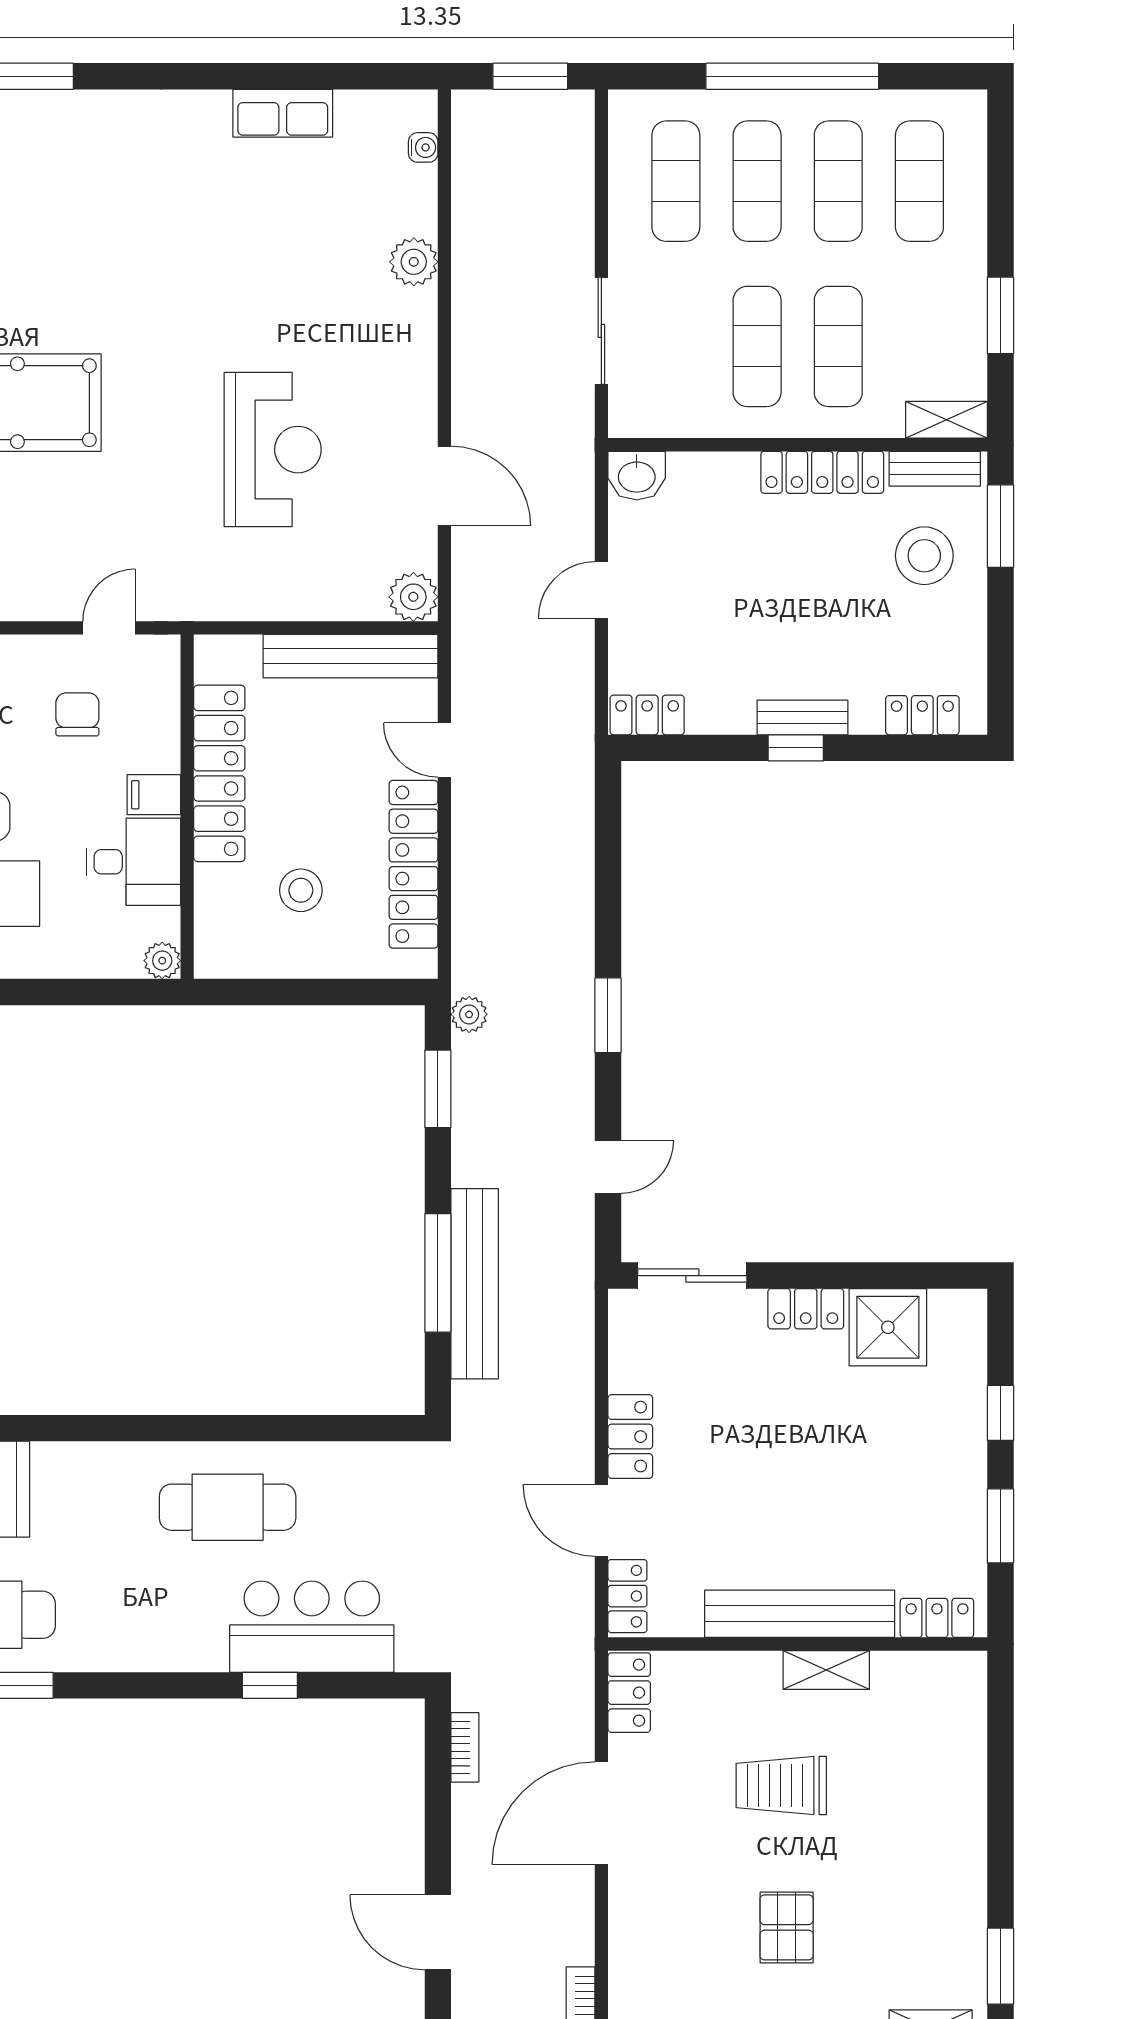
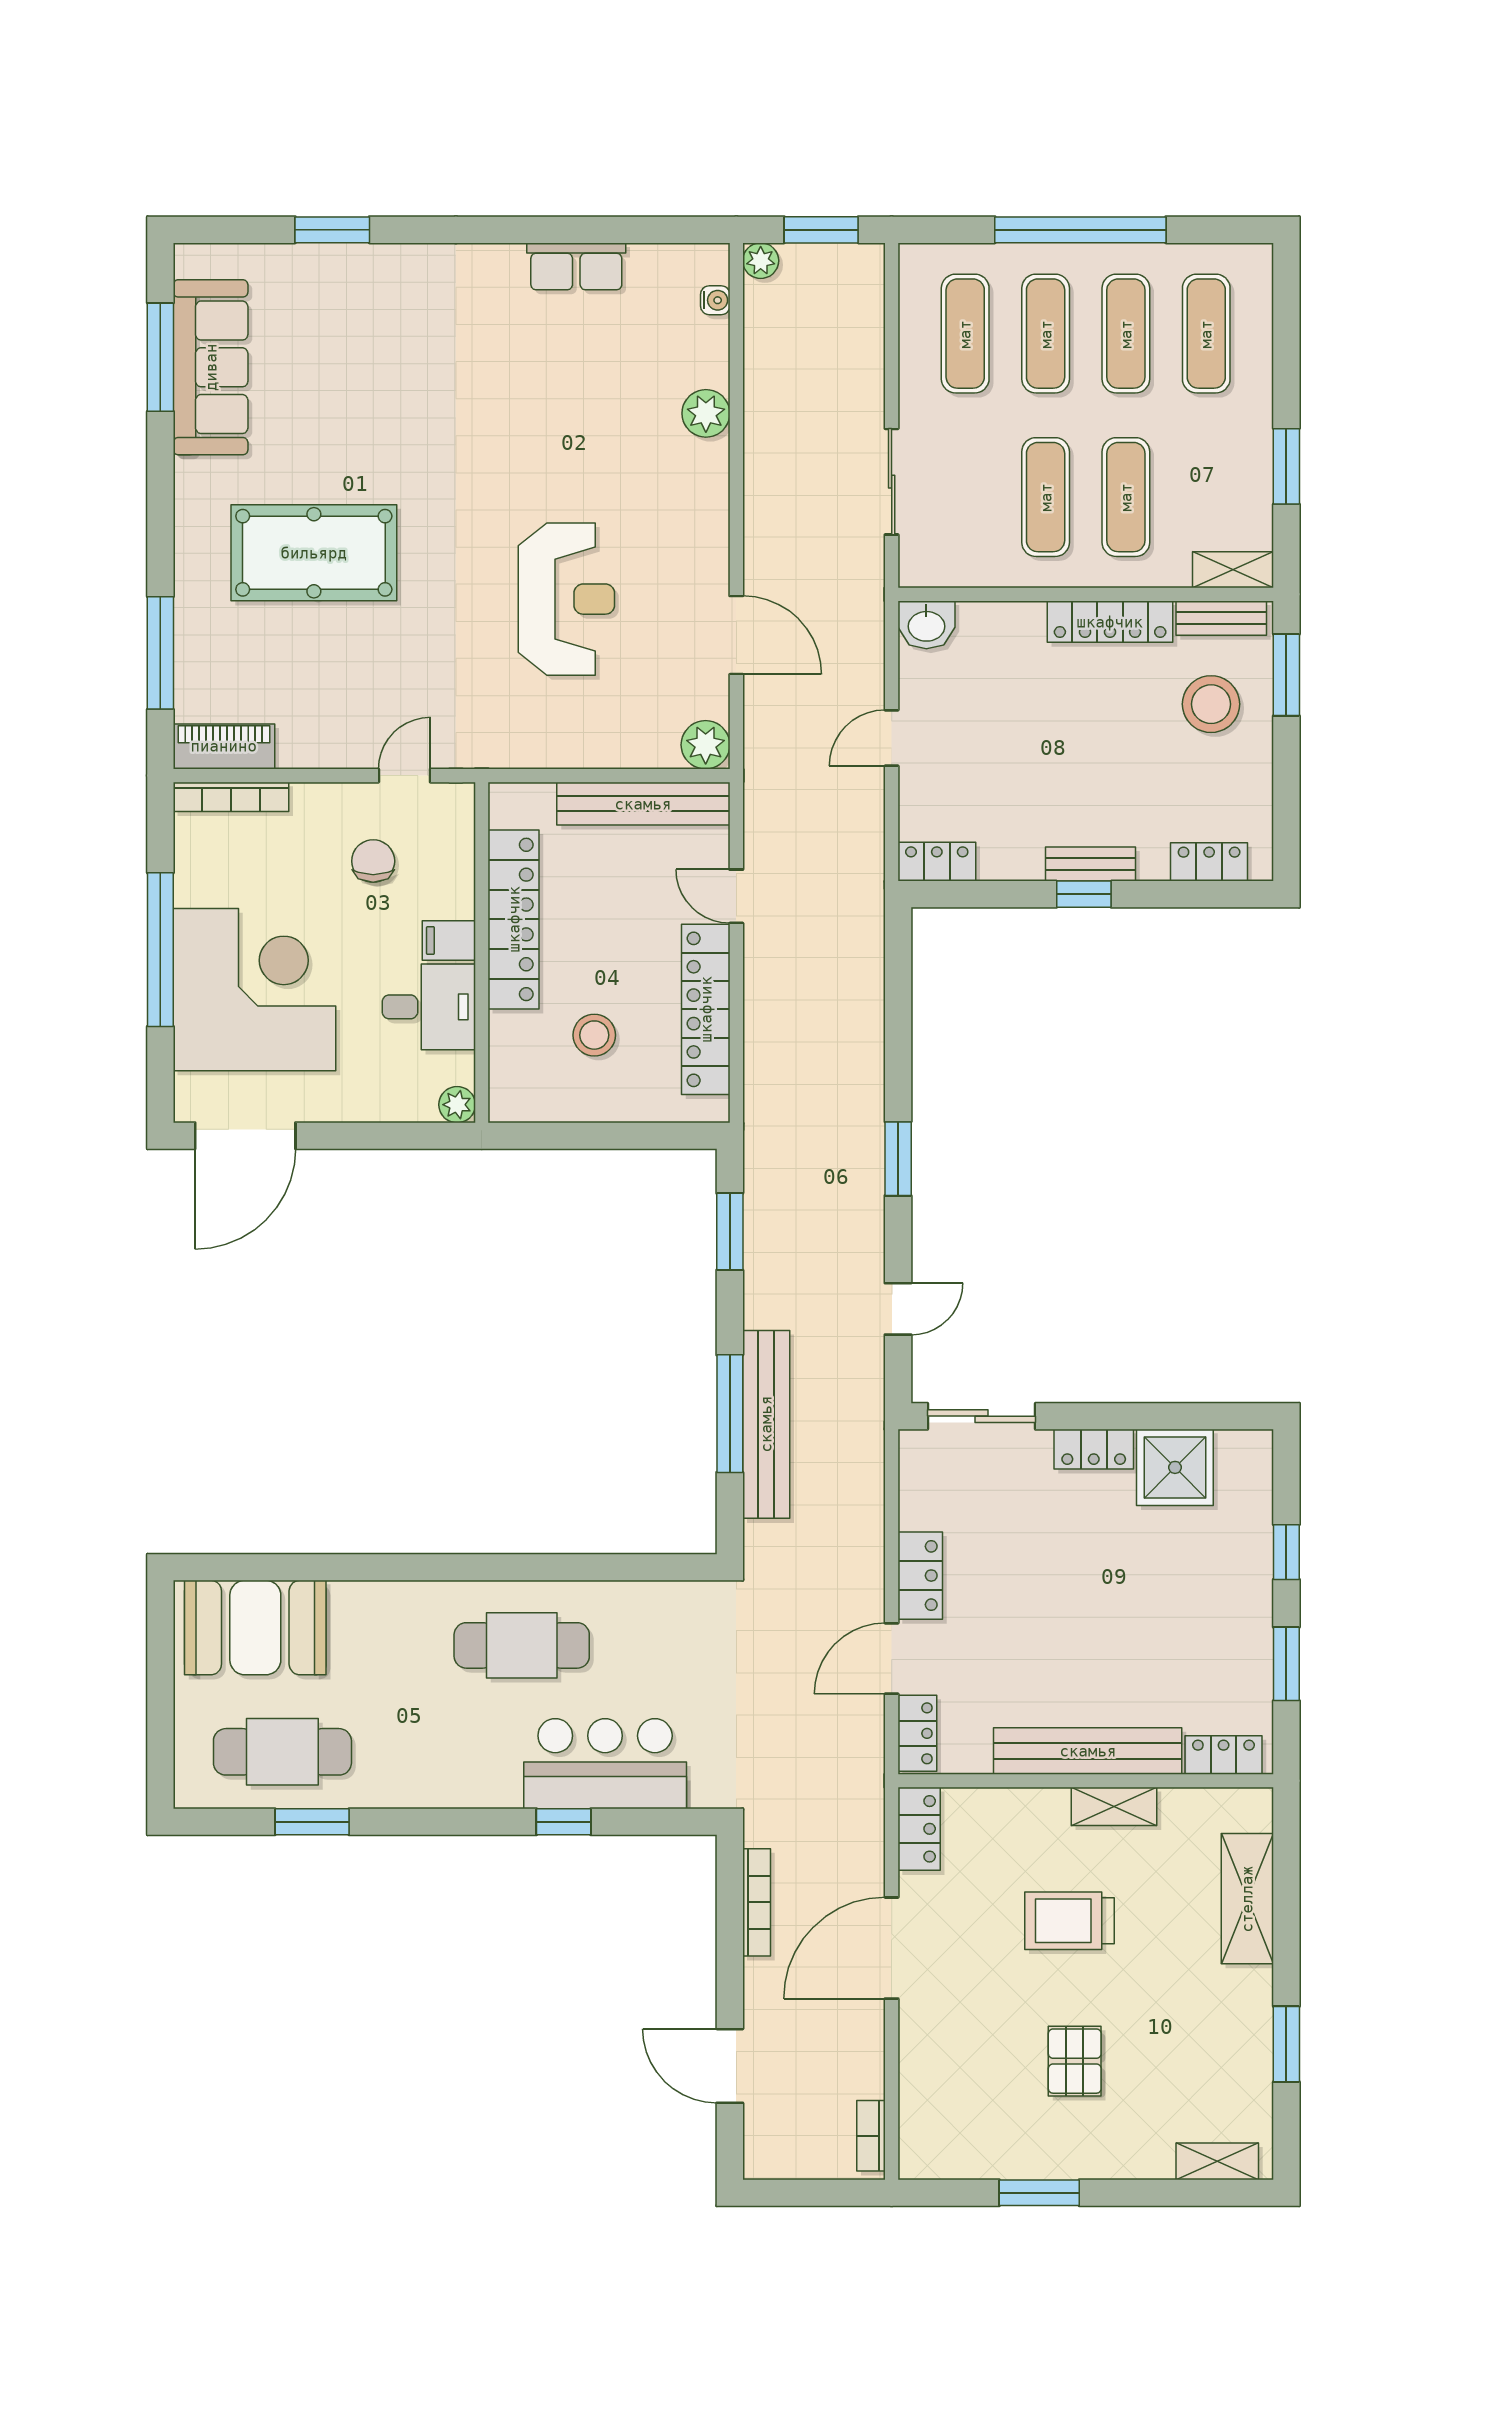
plant: (469, 1014) -> (761, 261), moved
door: (601, 1520) -> (892, 1659), hinge flipped
bookcase: (465, 1747) -> (757, 1902), width x1.56
shelving: (961, 1763) -> (1247, 1899), added
window: (1000, 1966) -> (1286, 2044), moved

